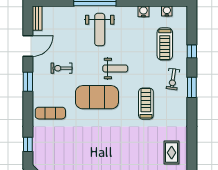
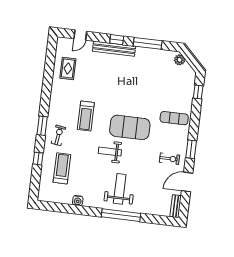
water cooler: (167, 11) -> (56, 198), removed
exercise bike: (62, 68) -> (169, 159), moved

